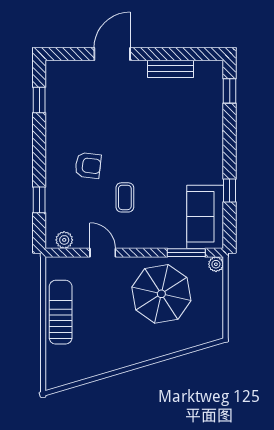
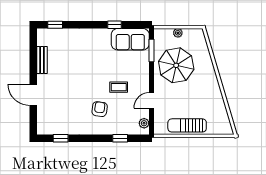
plant: (216, 264) -> (178, 33), moved

